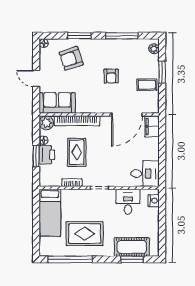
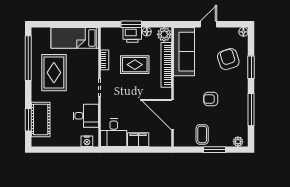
sofa: (57, 103) -> (184, 52), width x1.36
filing cabinet: (152, 126) -> (138, 140), moved

